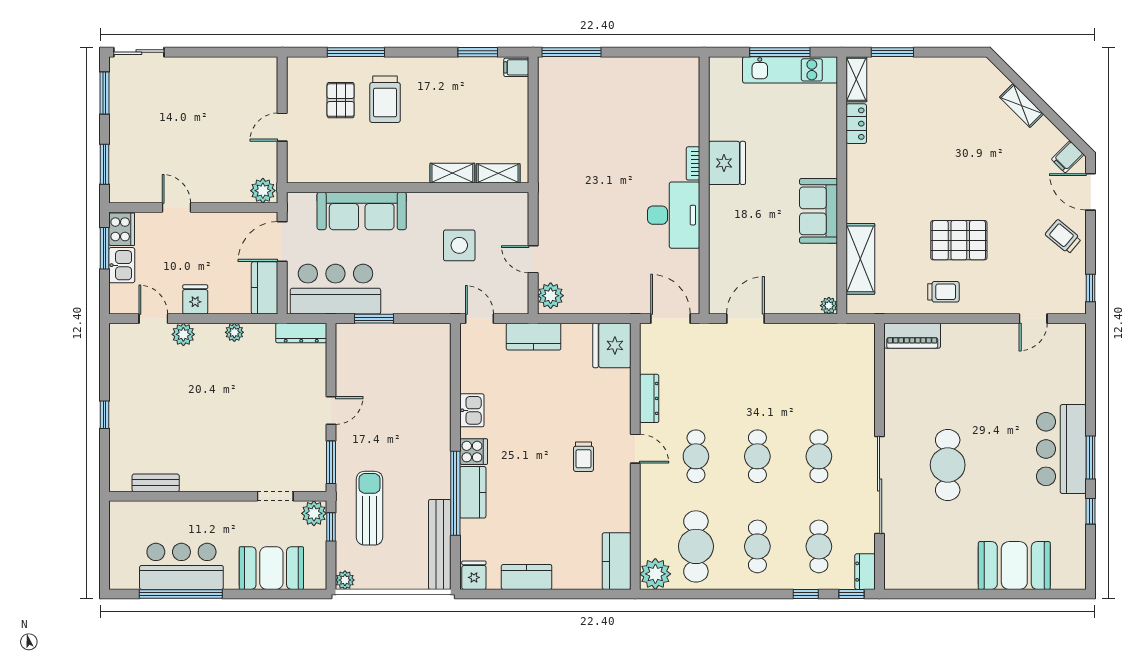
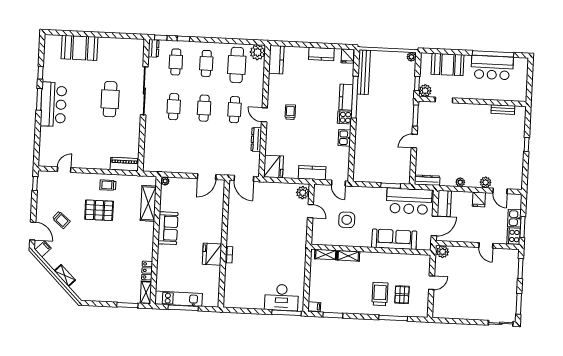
desk: (674, 215) -> (282, 297), moved, turned -90
trolley: (1063, 237) -> (61, 220), moved
sun lounger: (370, 508) -> (398, 92), removed

